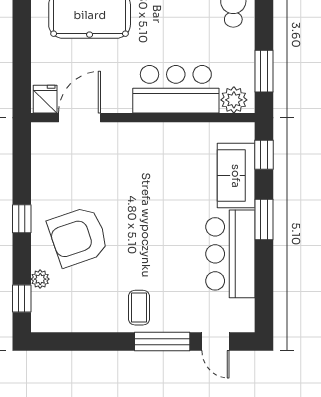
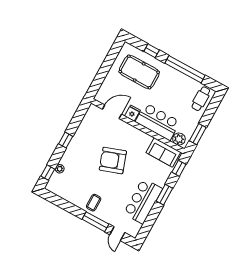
fridge: (45, 99) -> (132, 113), moved
sofa: (236, 176) -> (163, 152), moved, turned -90
armchair: (78, 237) -> (113, 160), moved

